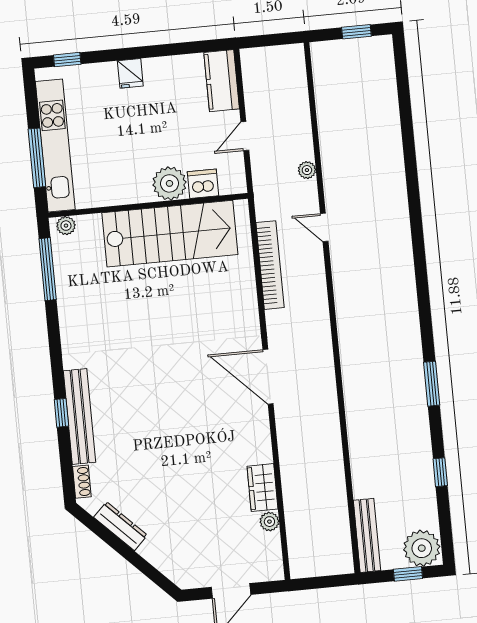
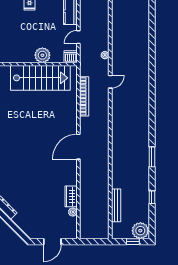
dishwasher: (203, 184) -> (71, 57), moved
door: (324, 227) -> (110, 82), swing flipped
door: (268, 377) -> (78, 147), hinge flipped
bench: (367, 535) -> (116, 205), moved

